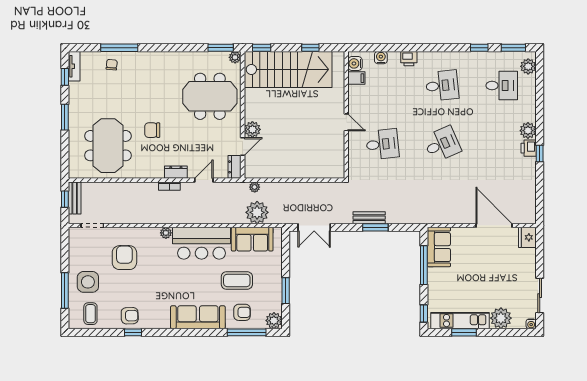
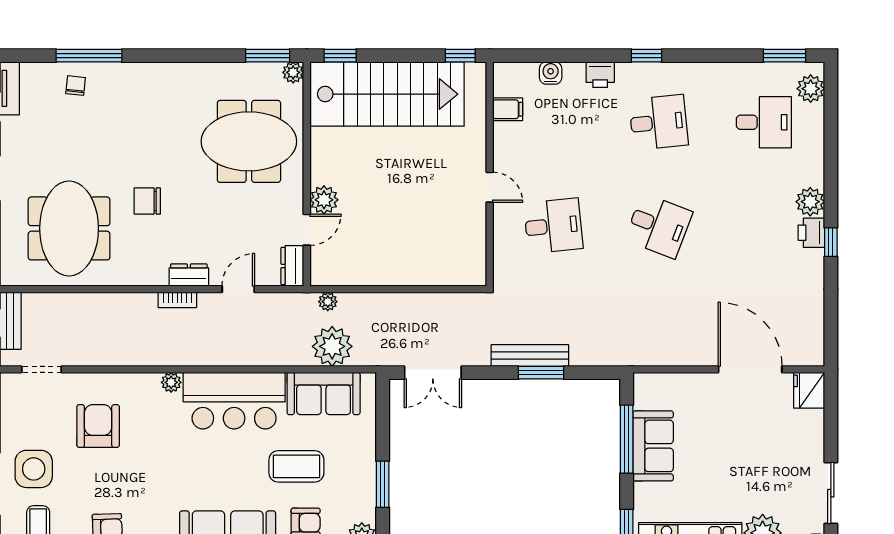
window: (310, 48) -> (460, 56), moved
window: (479, 48) -> (647, 56), moved
water cooler: (355, 63) -> (505, 83), removed
desk: (442, 144) -> (659, 226), turned 45
bench: (369, 218) -> (530, 356), width x1.36
sofa: (439, 247) -> (653, 446), moved

